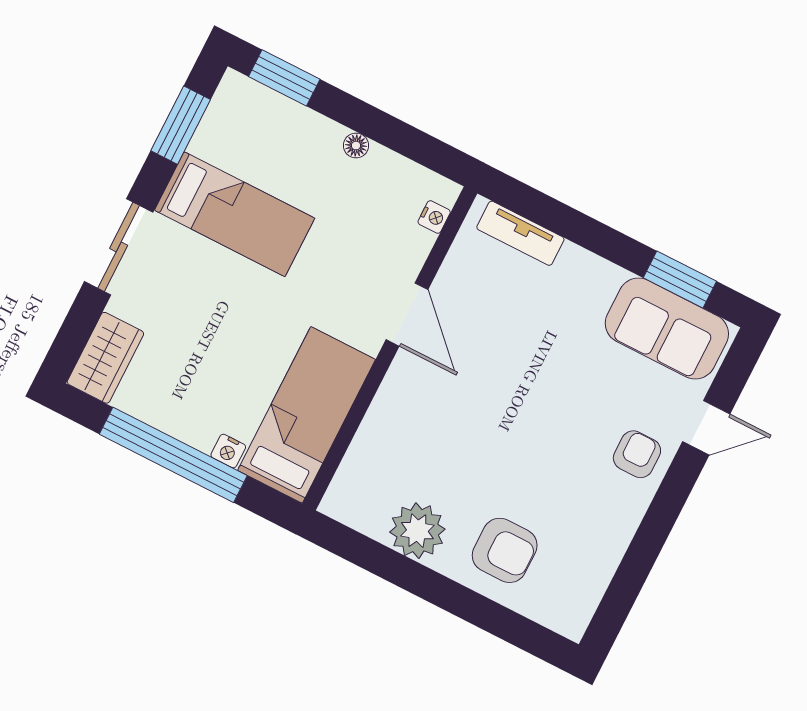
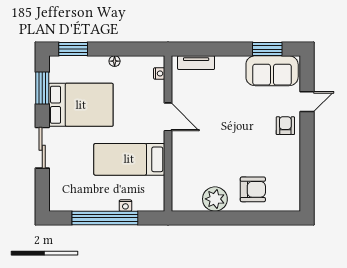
bed: (235, 214) -> (81, 105), width x1.50
wardrobe: (105, 358) -> (59, 194), removed
bed: (307, 415) -> (129, 159), moved, turned -90

